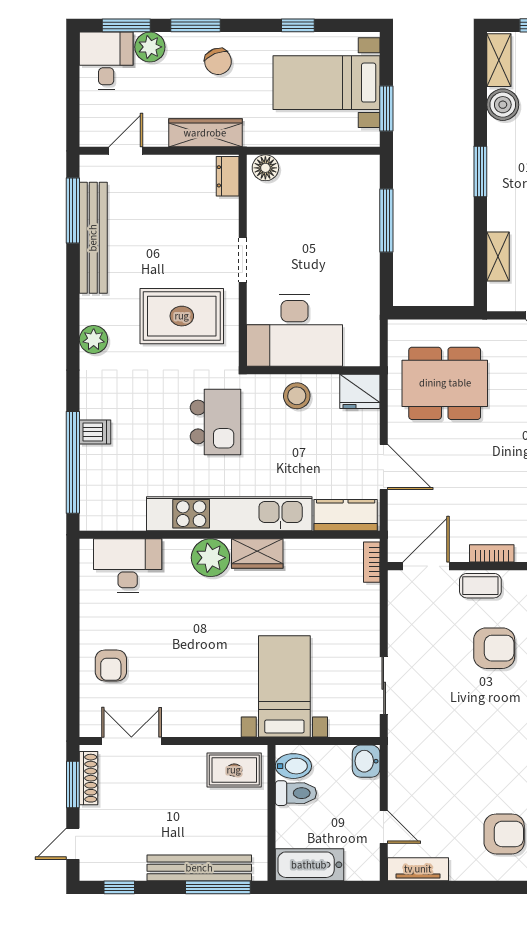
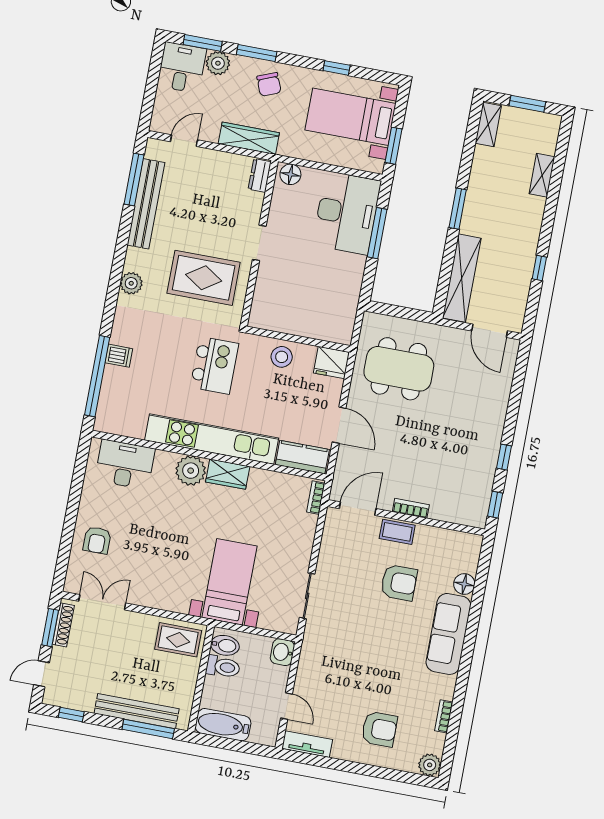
boiler: (503, 105) -> (485, 160), removed
shelving: (498, 256) -> (462, 278), width x2.20, depth x1.33
desk: (294, 330) -> (347, 213), moved, turned -90

